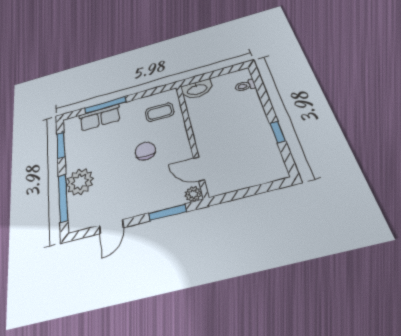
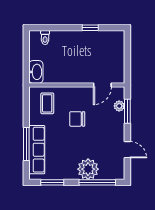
row of seats: (100, 118) -> (37, 150), width x1.48
plant: (193, 194) -> (119, 106), moved

